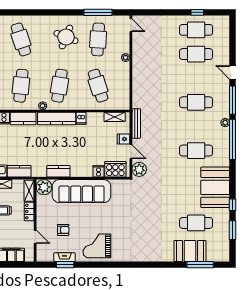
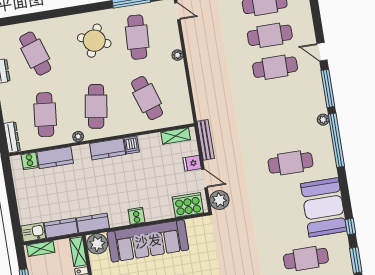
cafe table: (196, 102) -> (275, 67), moved
kitchen counter: (57, 119) -> (108, 149), width x0.67
kitchen counter: (58, 171) -> (93, 223), moved
cooker: (99, 171) -> (136, 216), moved

